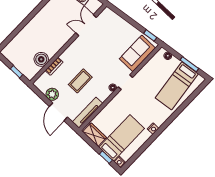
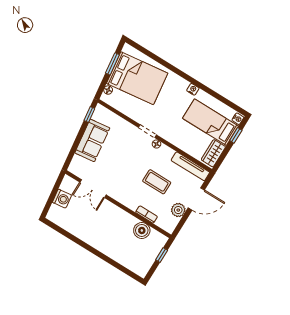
sofa: (137, 53) -> (92, 140), moved, turned -97
bed: (177, 86) -> (137, 78), width x1.50

